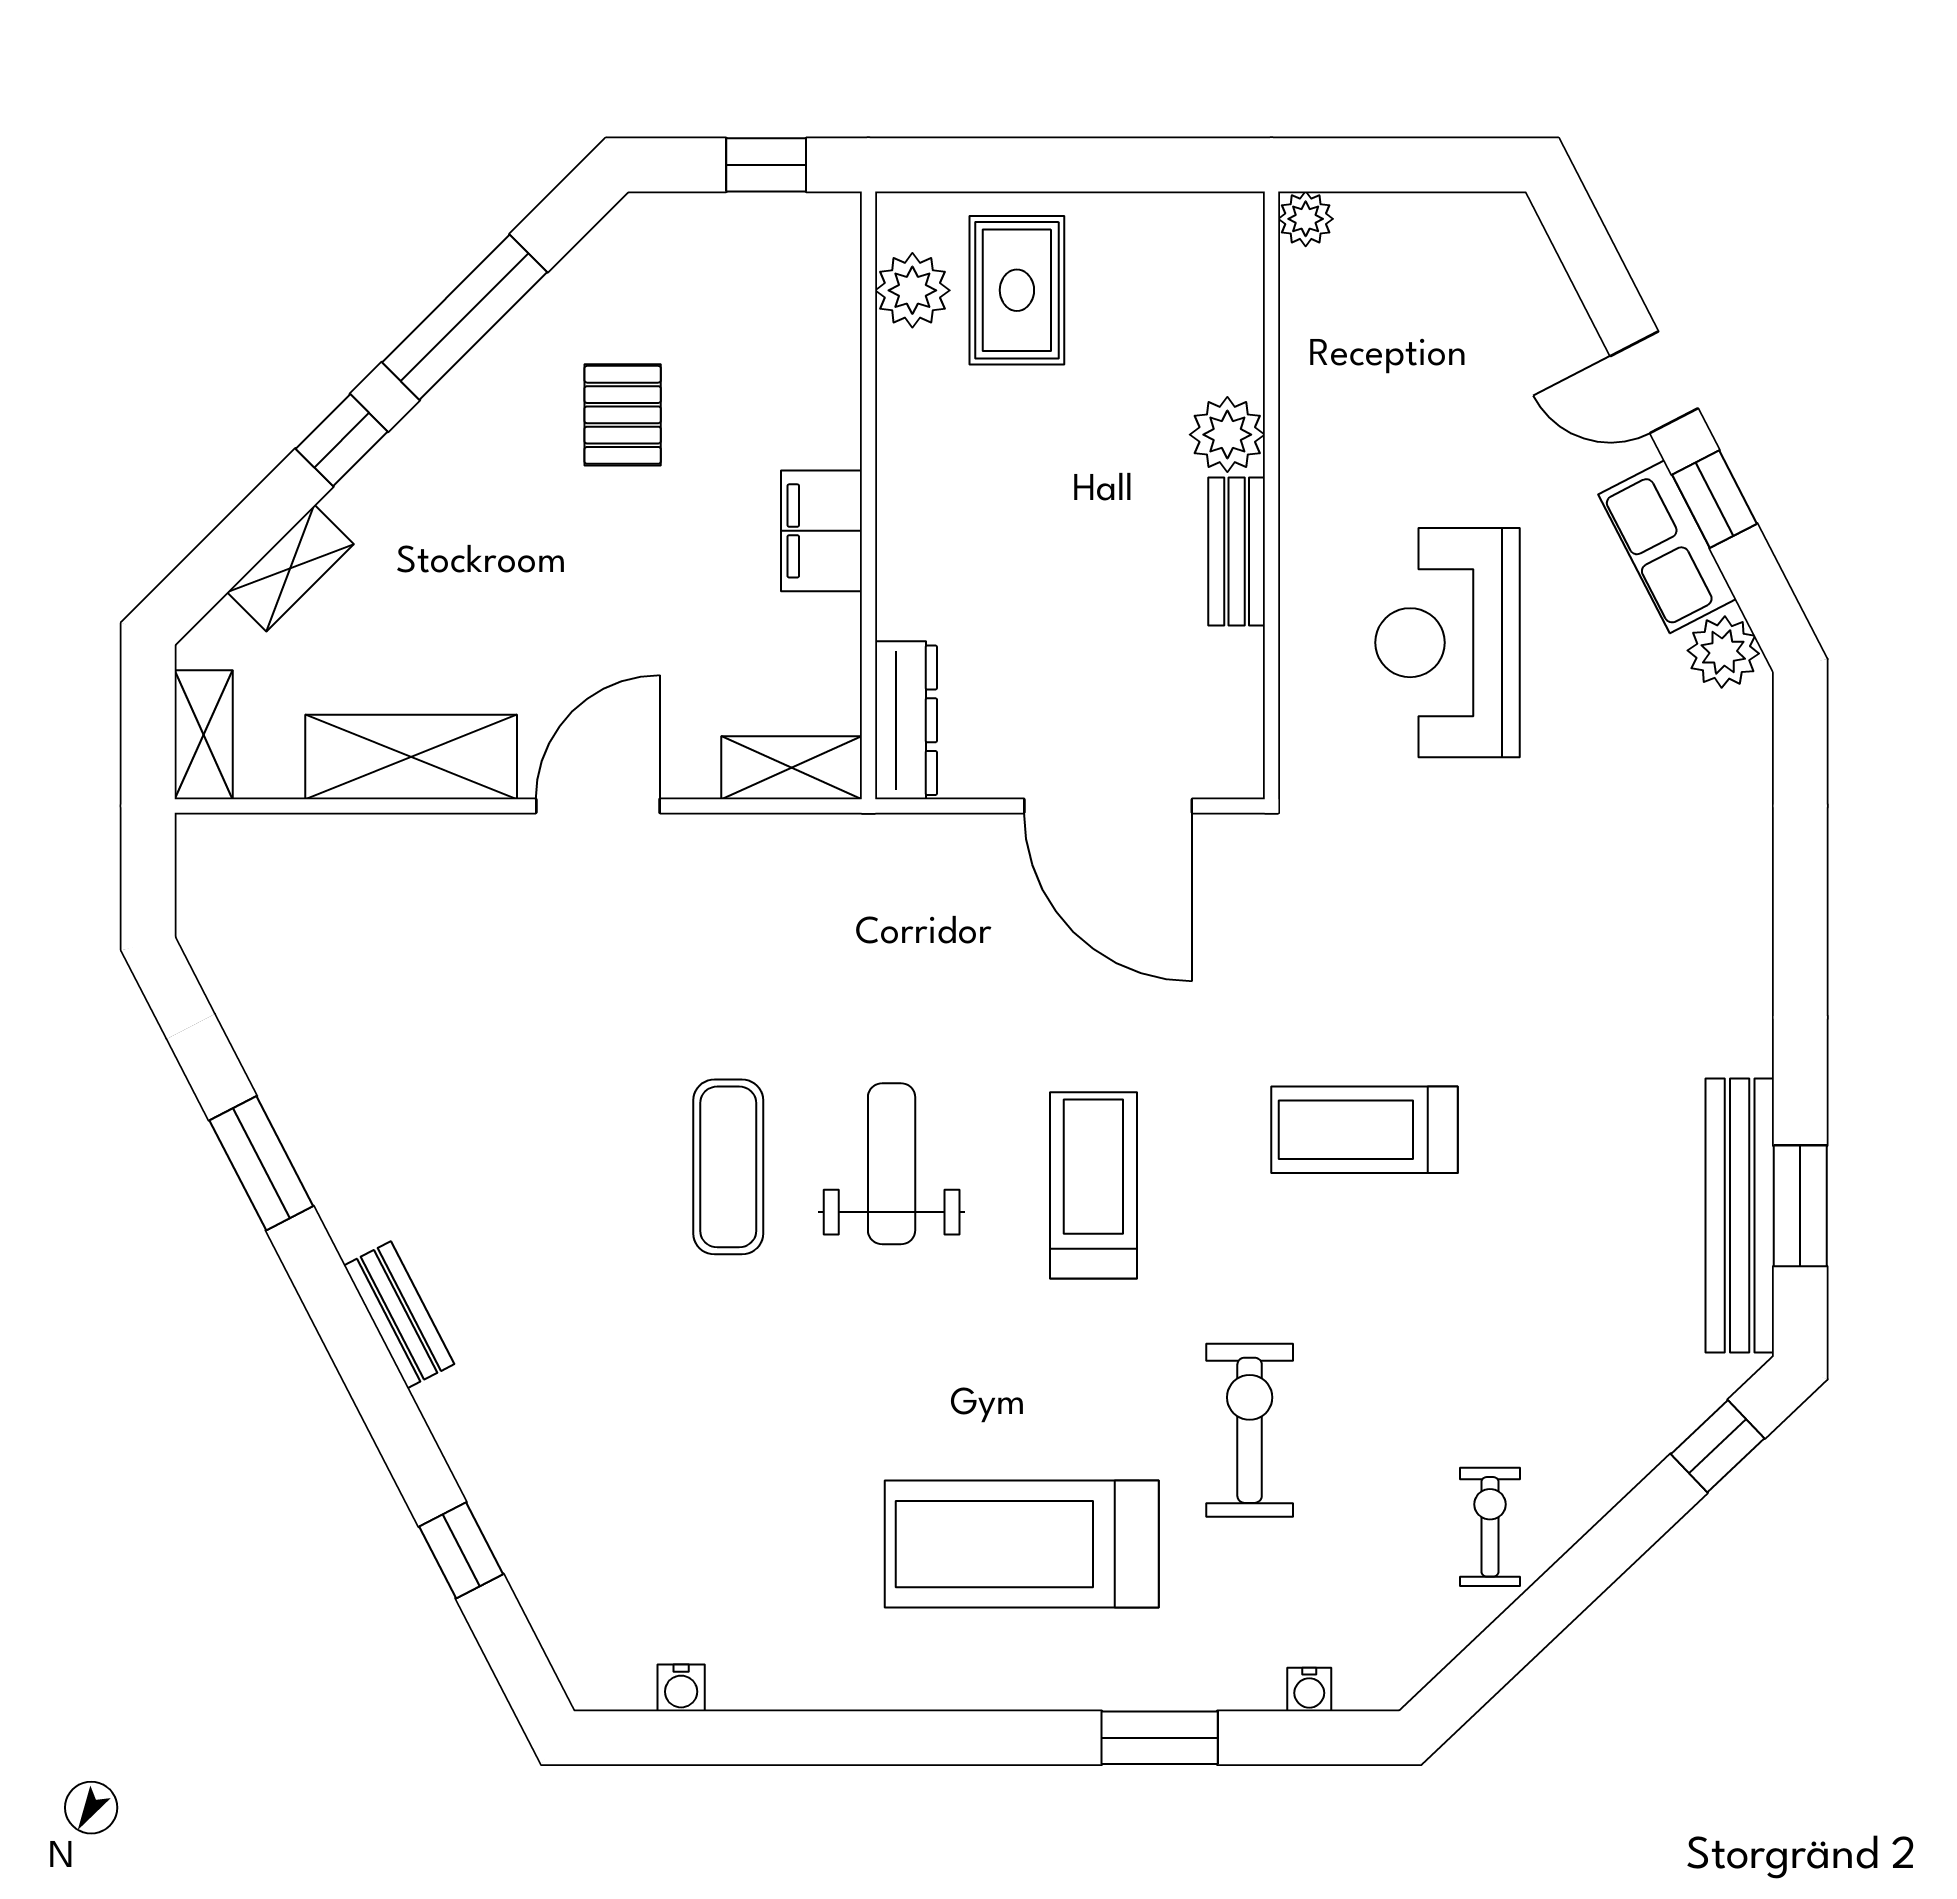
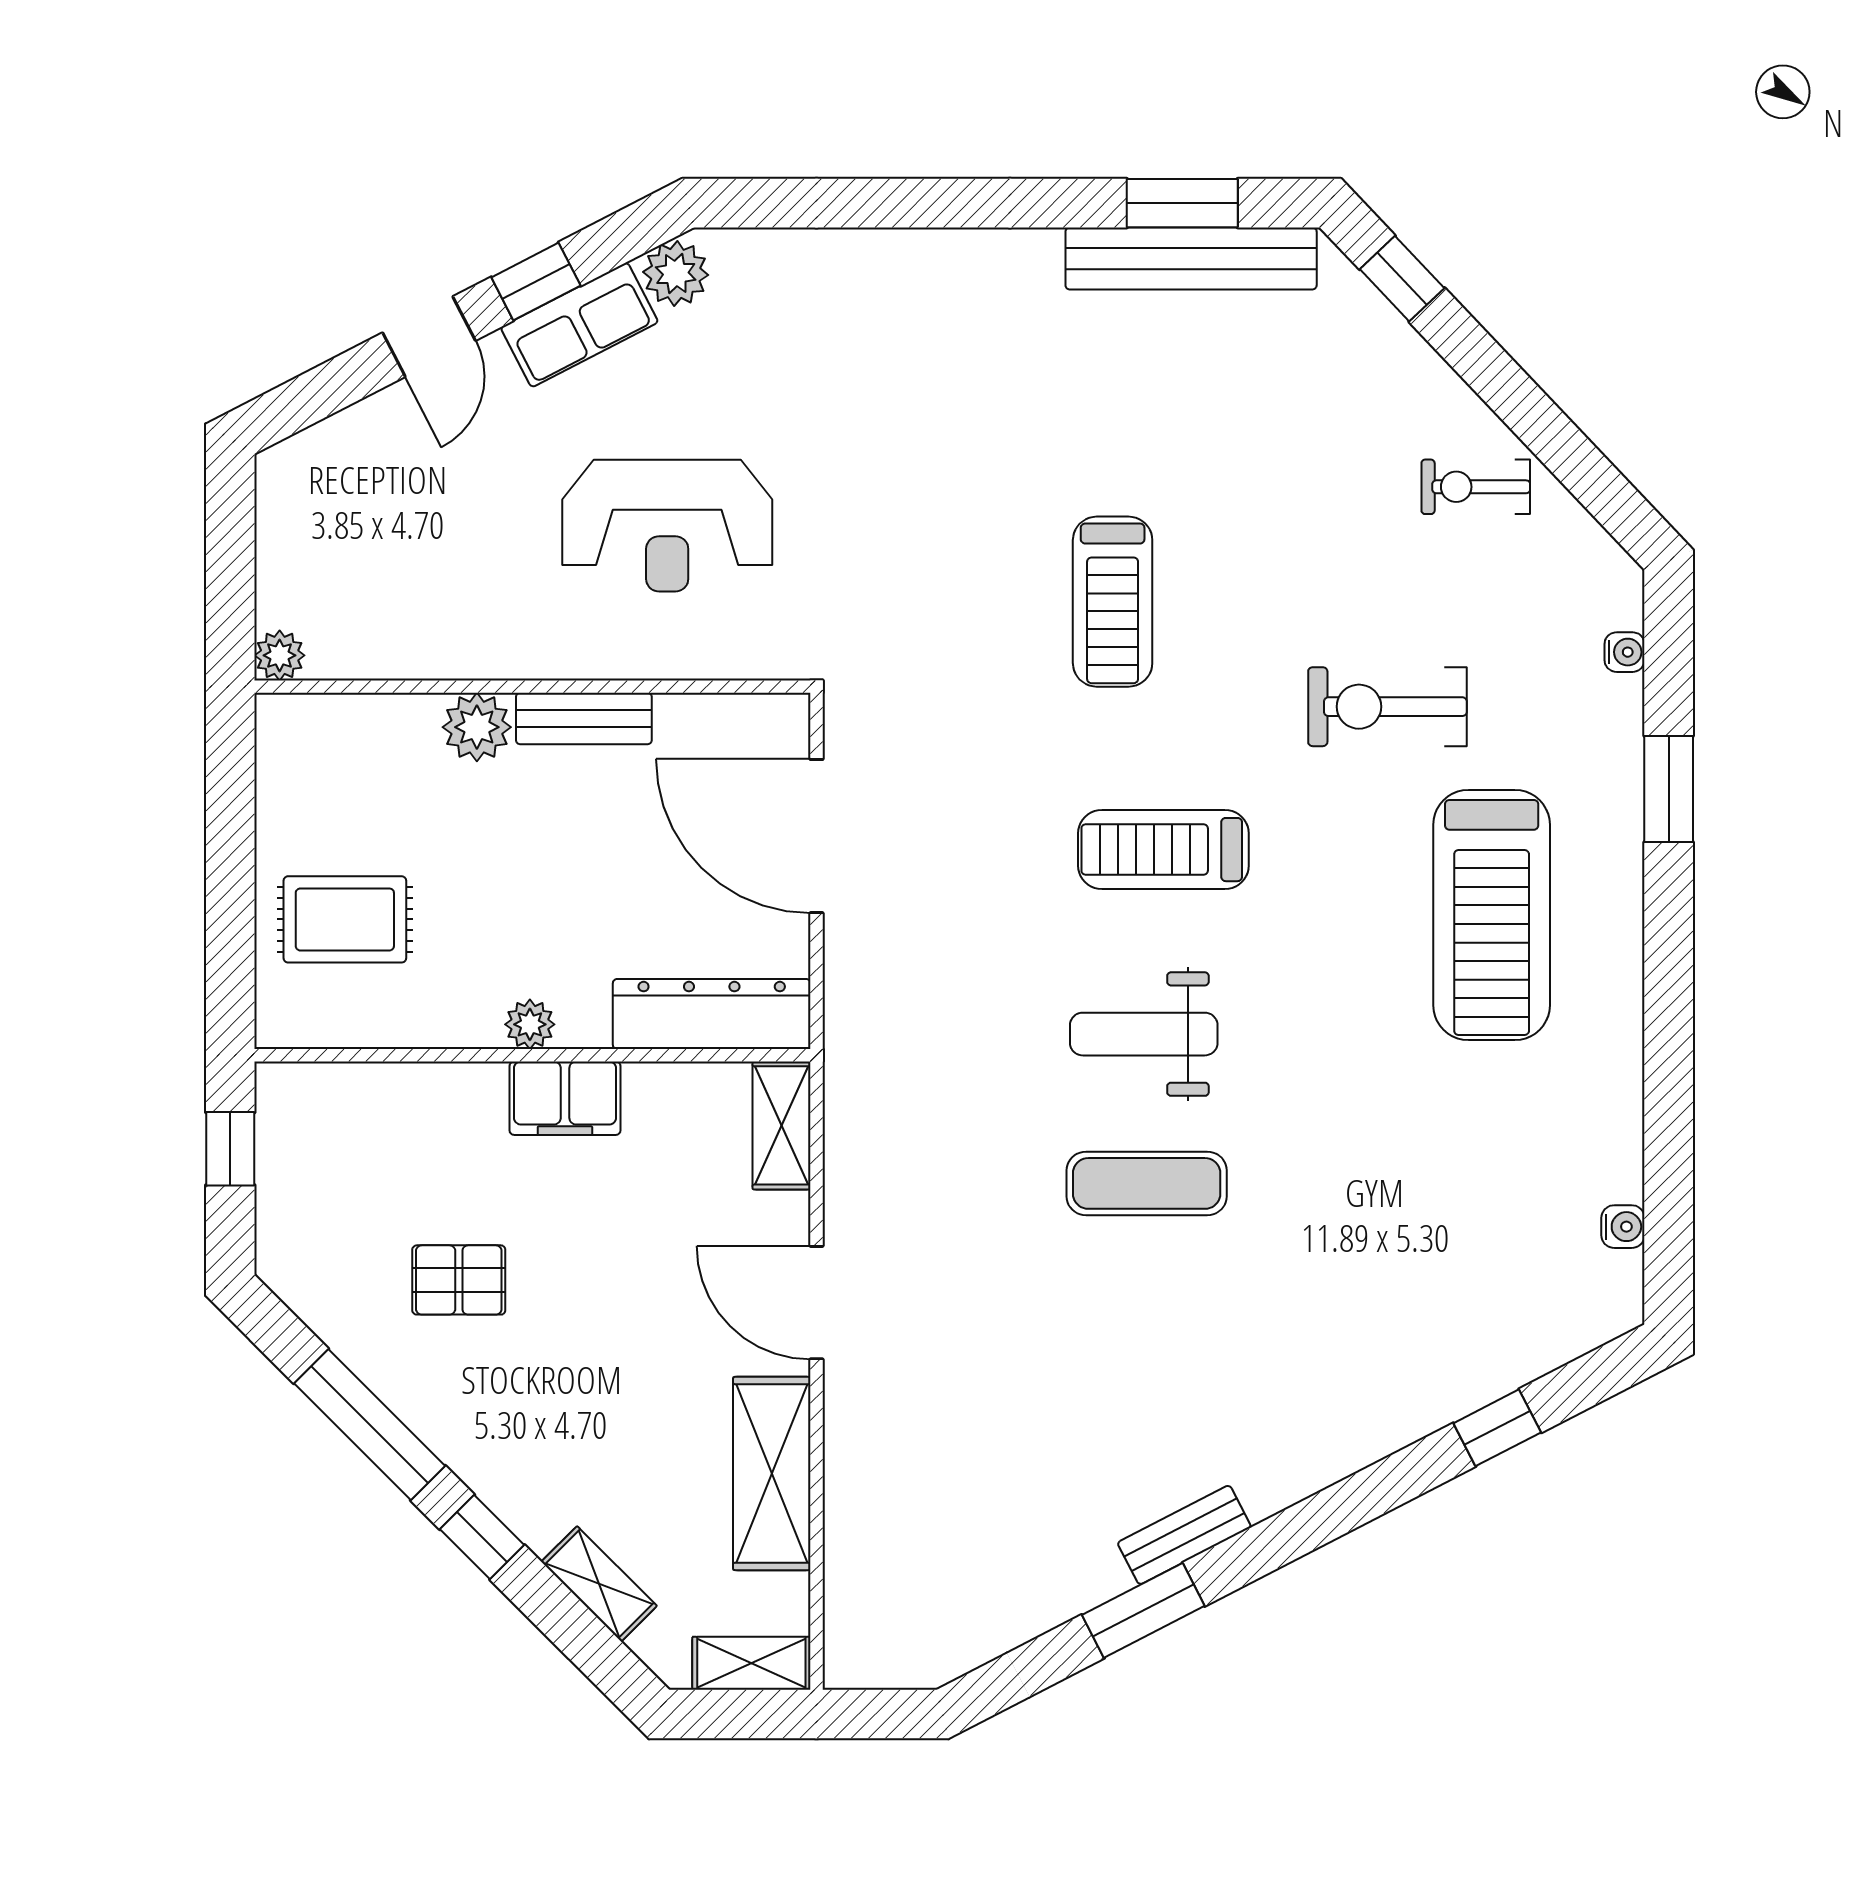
plant: (912, 290) -> (530, 1024), moved, width x0.73, depth x0.73
dresser: (906, 720) -> (712, 1014), width x1.37, depth x1.24
door: (1108, 806) -> (816, 836), swing flipped
bench: (399, 1315) -> (1184, 1535), moved

